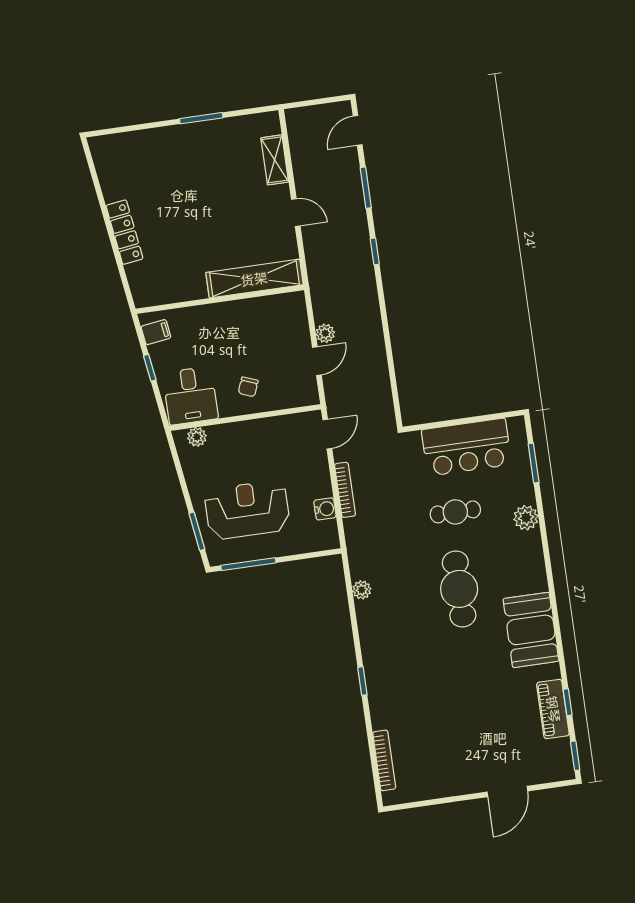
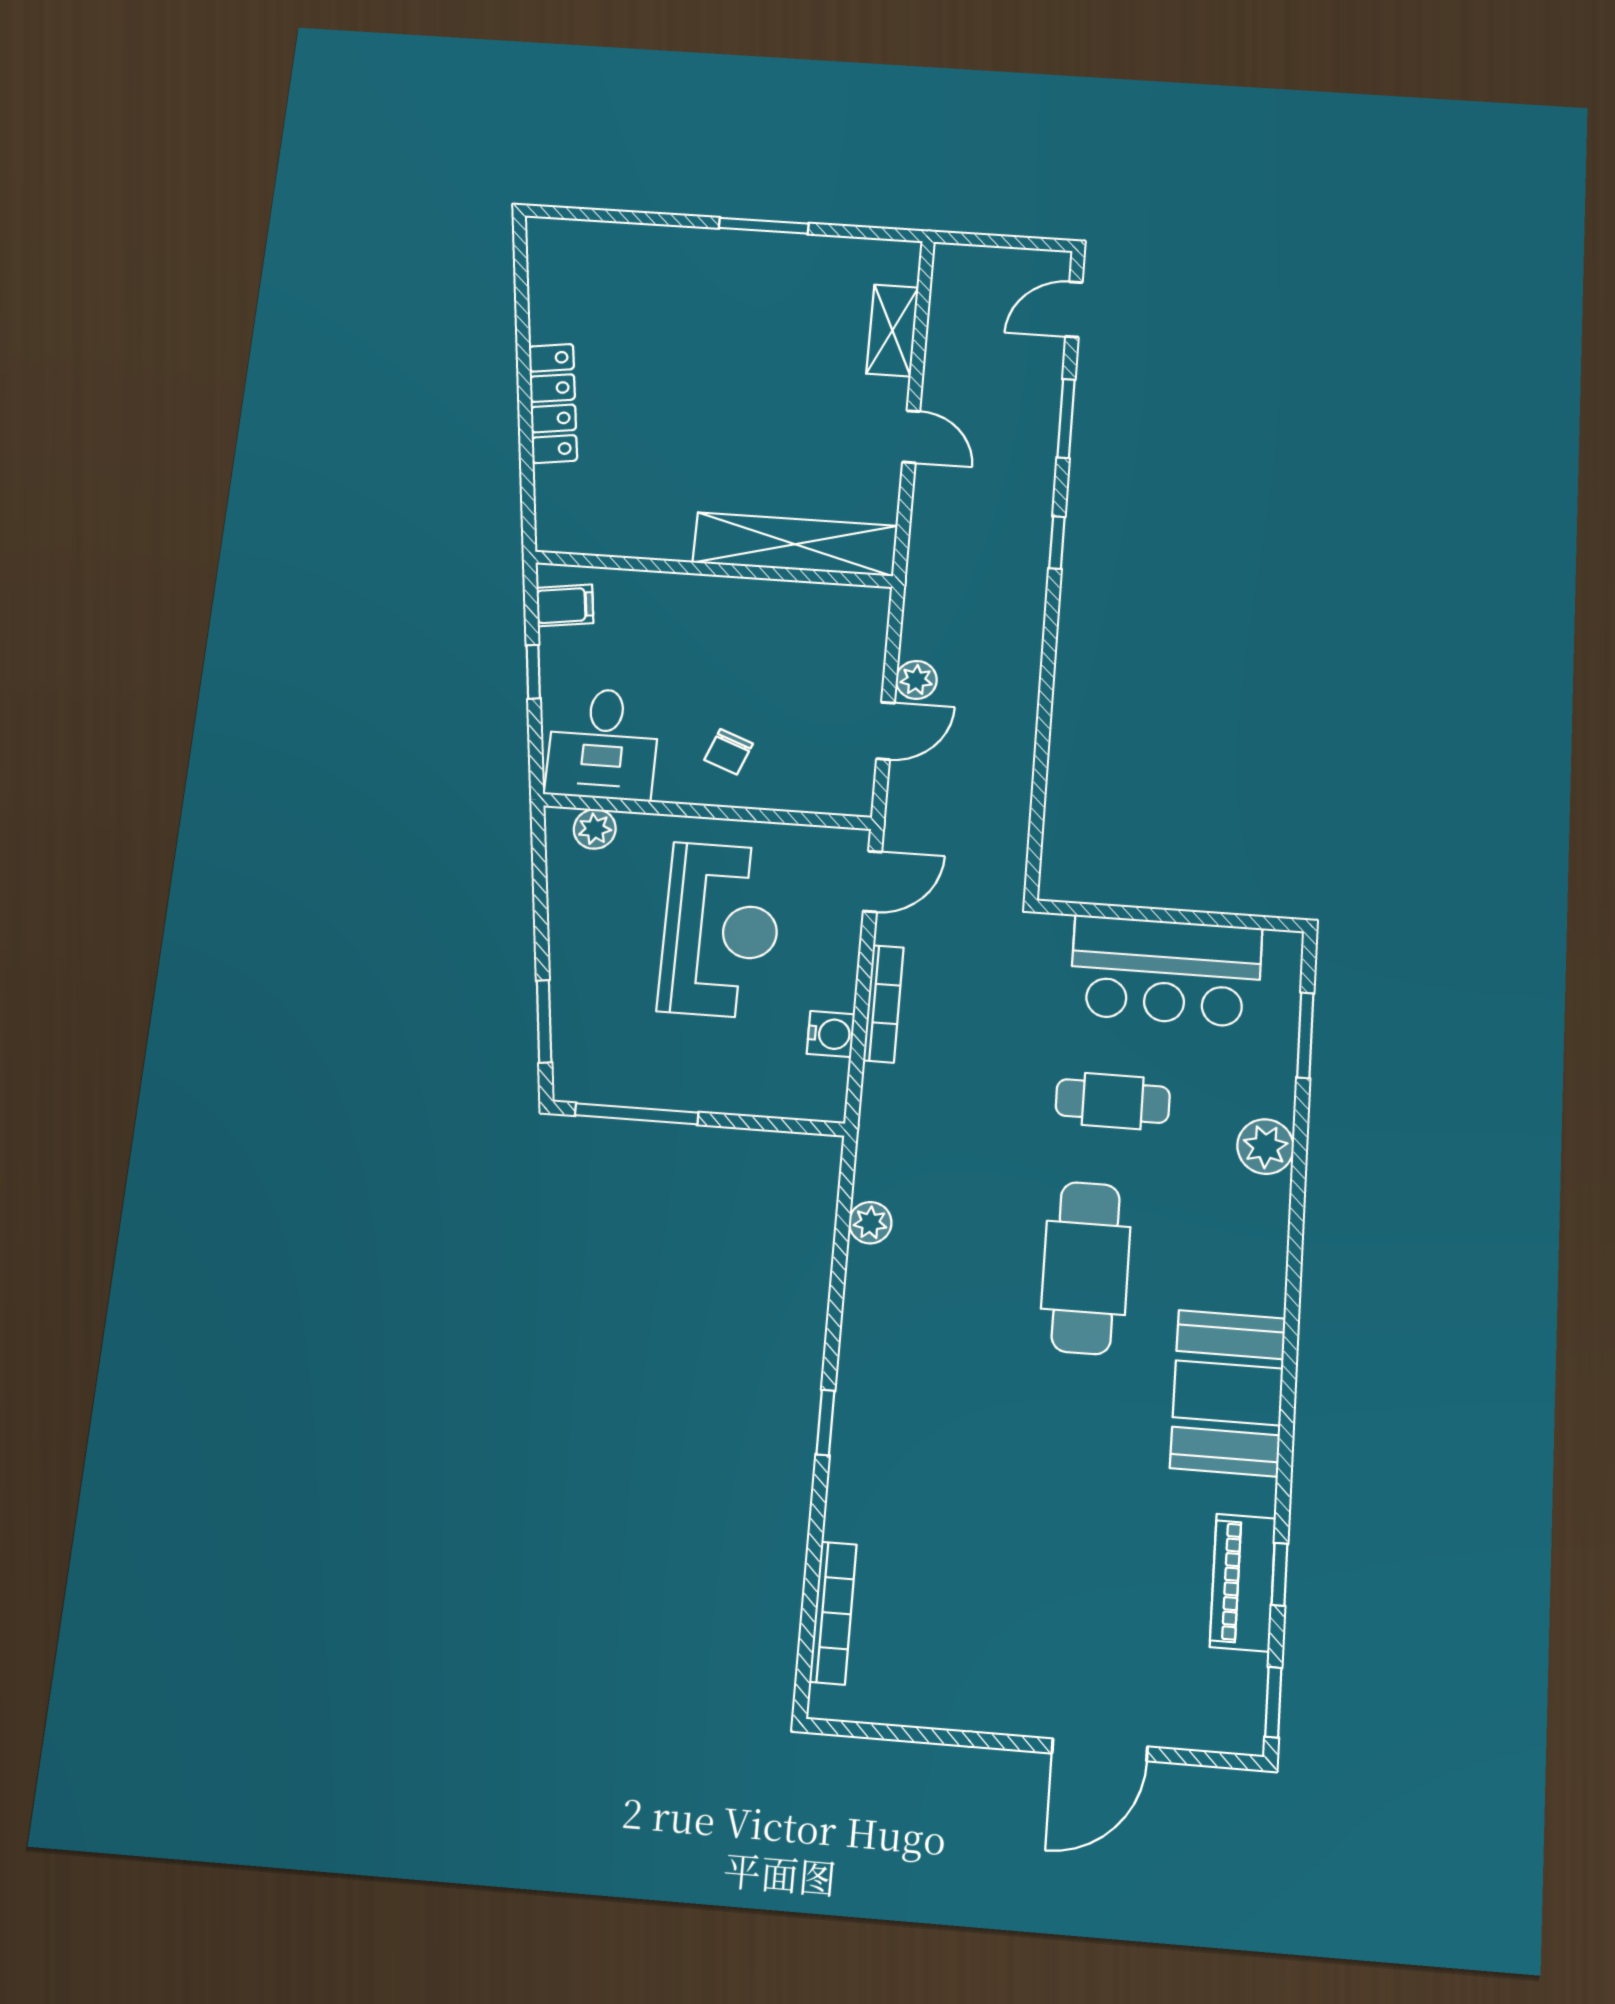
reception desk: (247, 510) -> (721, 930), moved, turned 90

